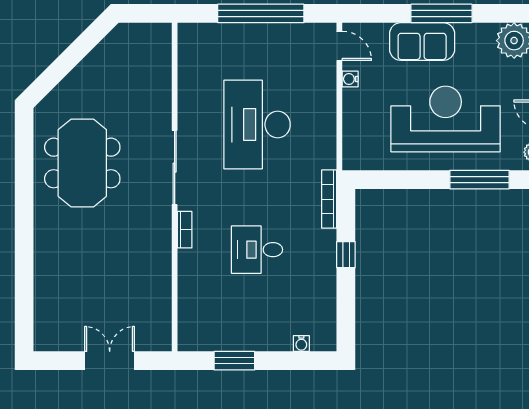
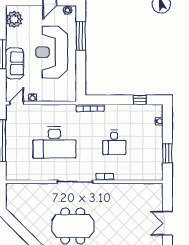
window: (346, 255) -> (140, 100), moved
double door: (110, 361) -> (167, 223), moved

